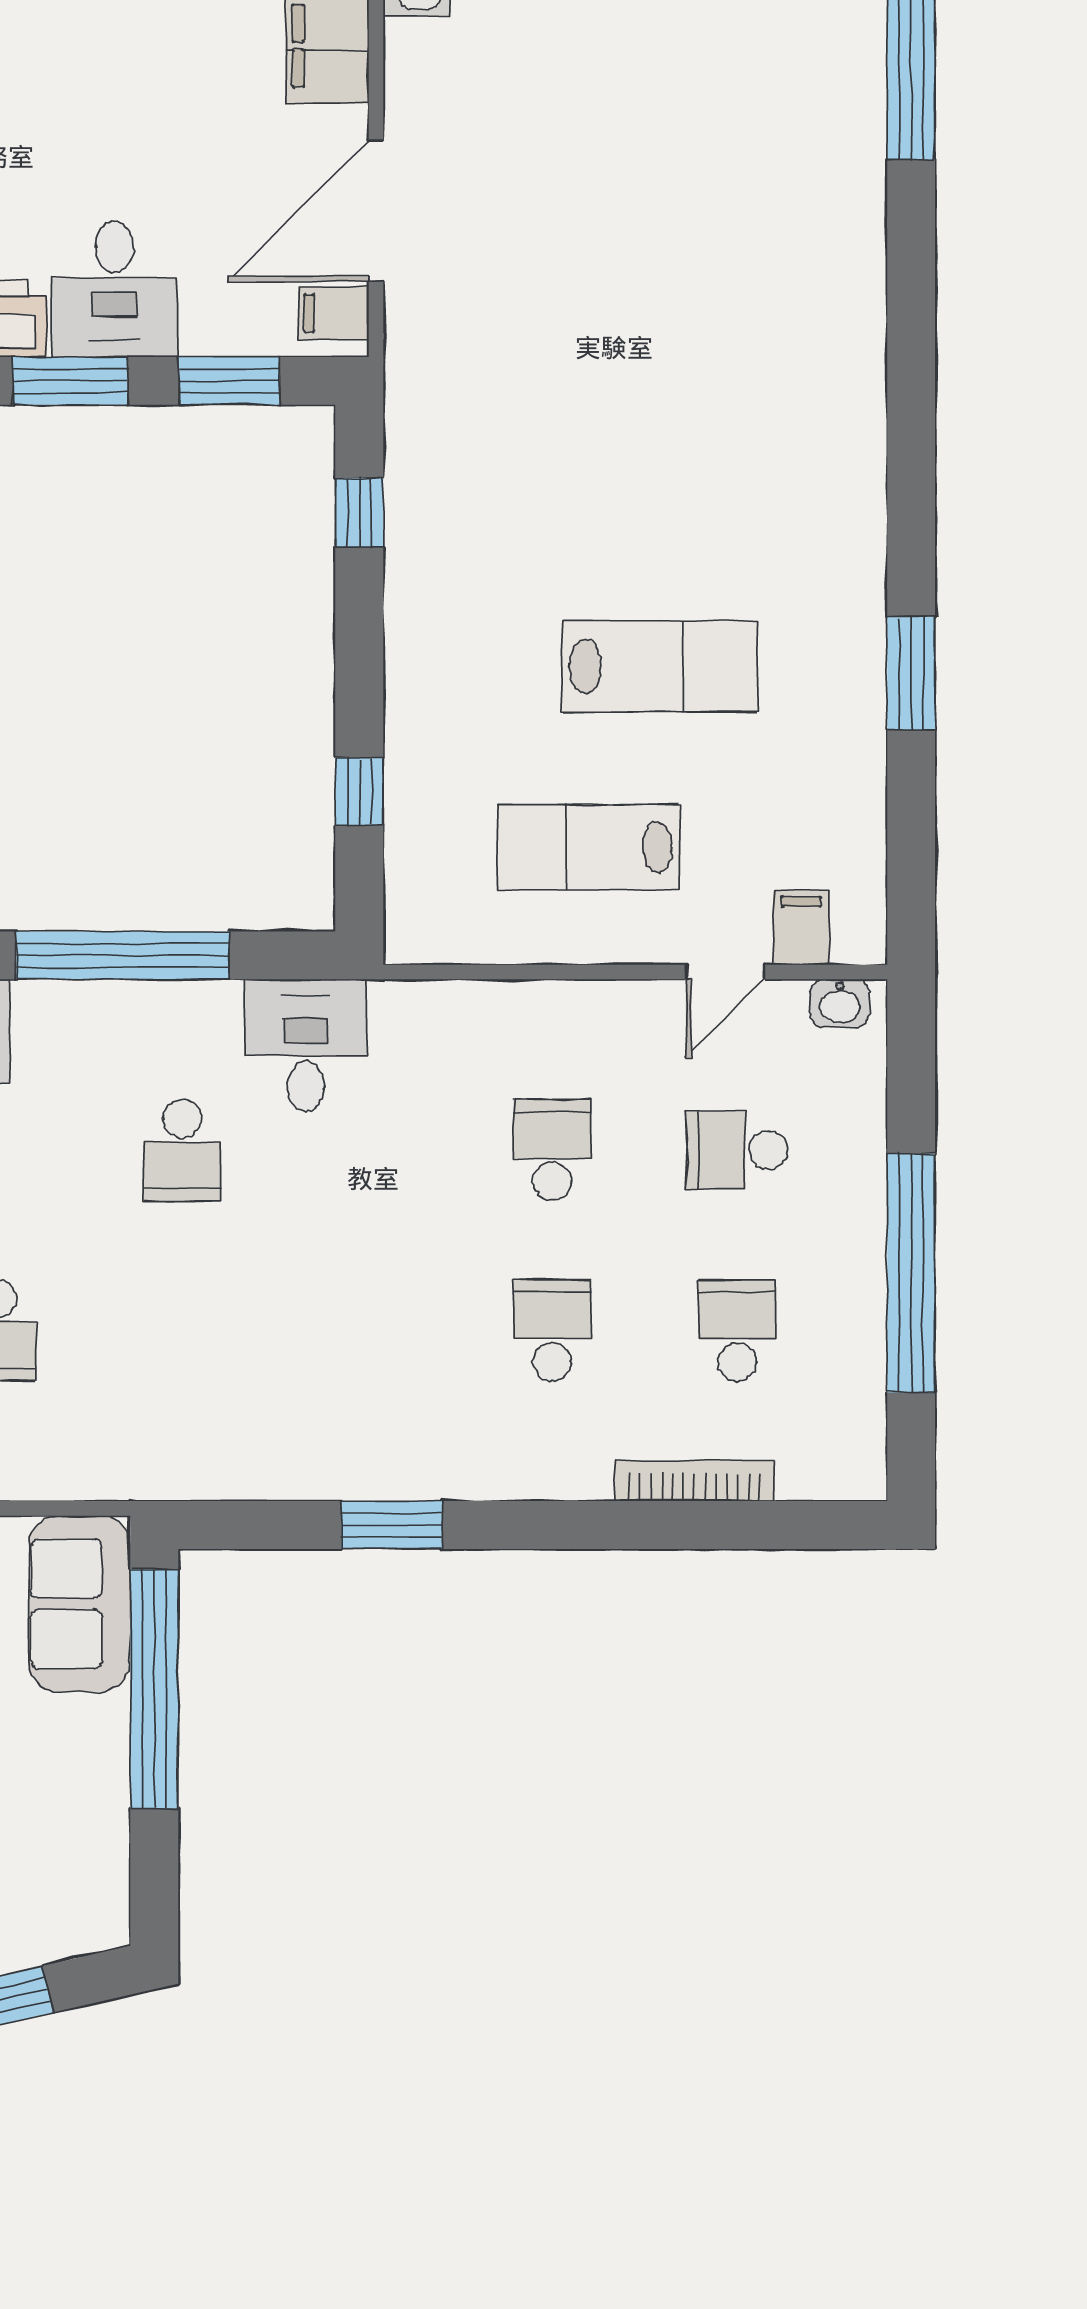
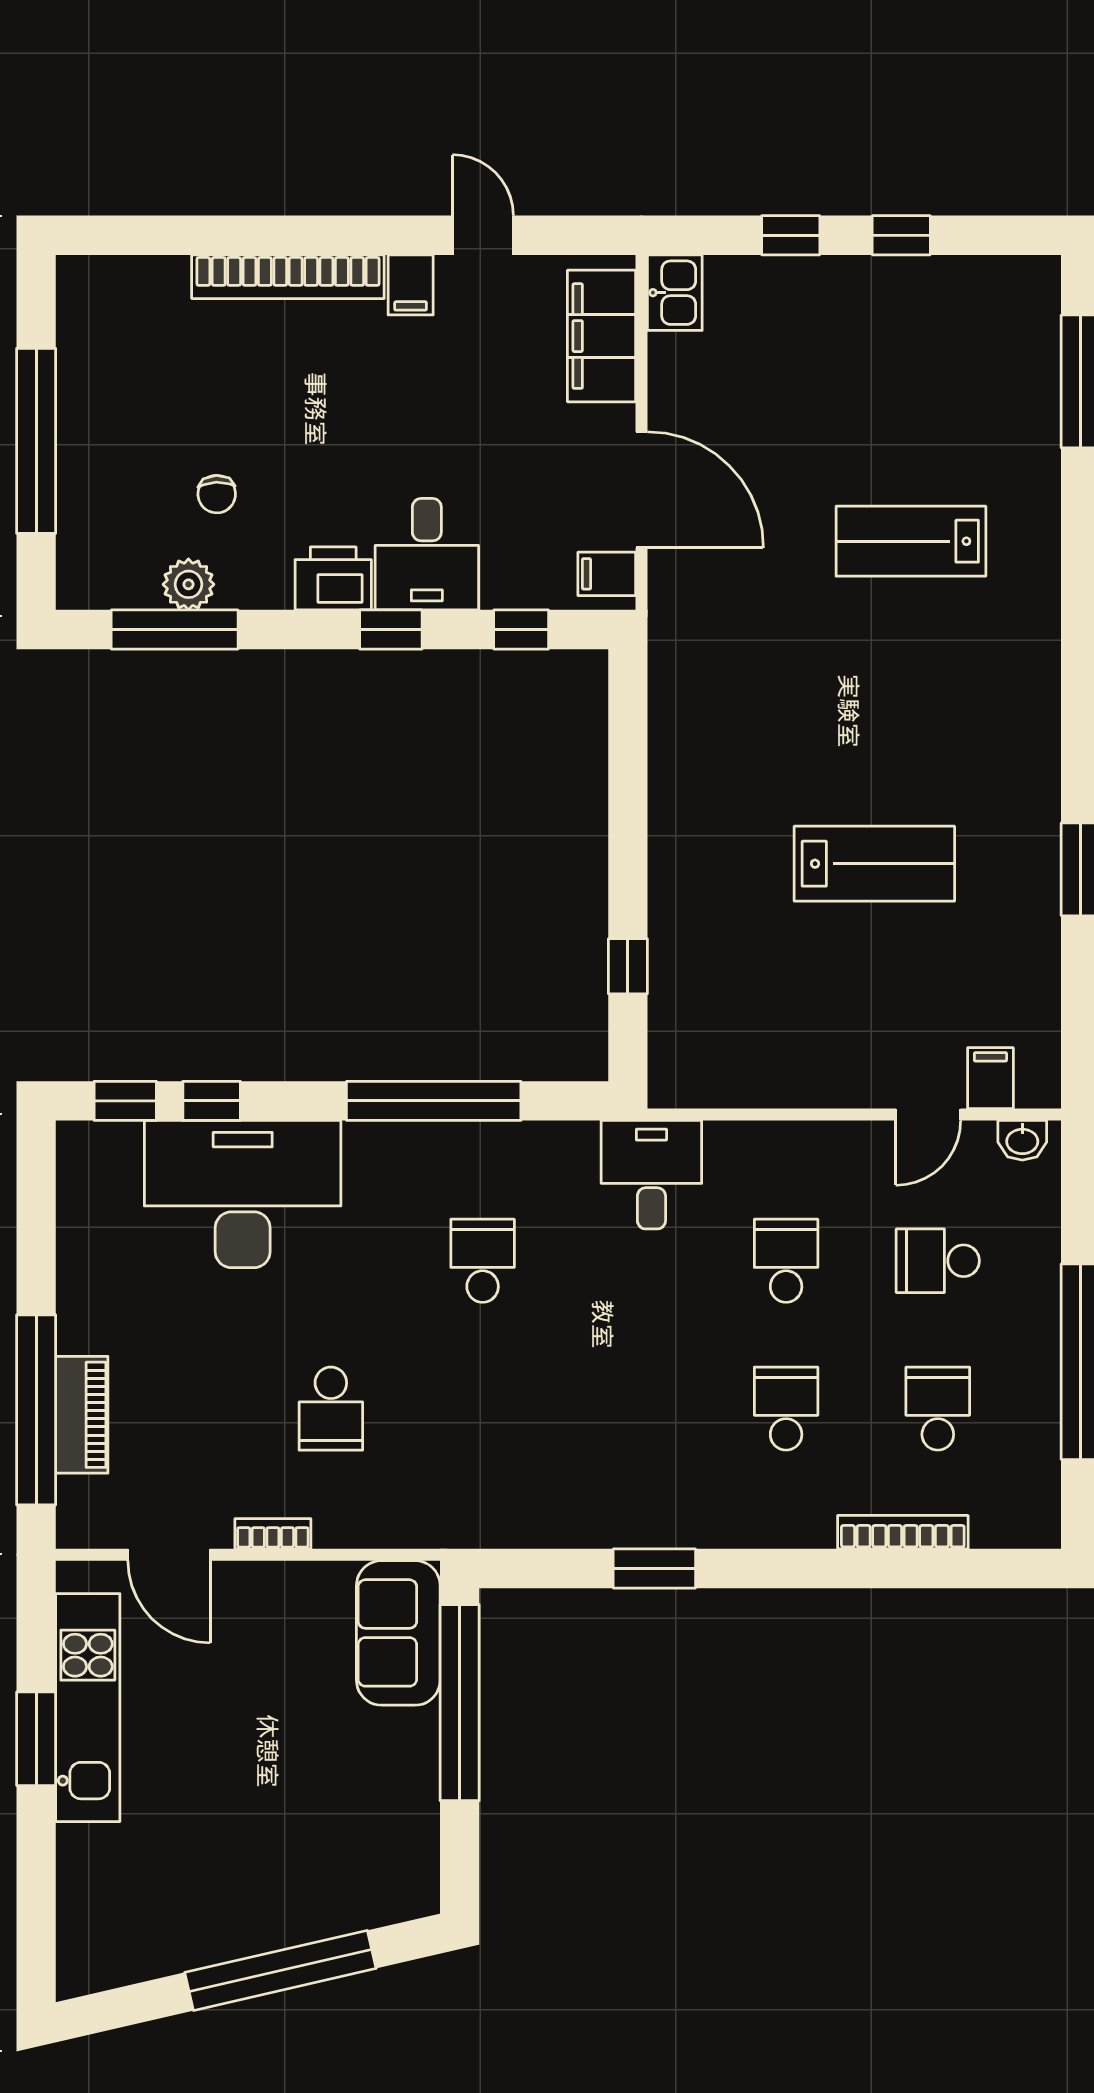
door: (376, 211) -> (642, 490), swing flipped
window: (70, 381) -> (391, 629), width x0.67
window: (229, 381) -> (521, 629), width x0.67
window: (359, 513) -> (628, 738), removed
lab bench: (588, 847) -> (911, 541), moved
desk: (306, 1045) -> (651, 1175), moved
school desk: (182, 1150) -> (483, 1261), turned 180

